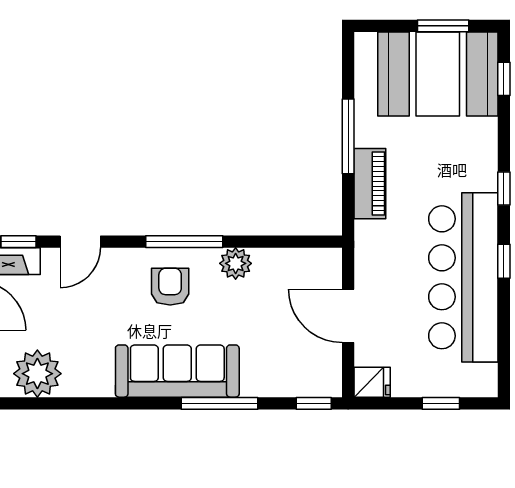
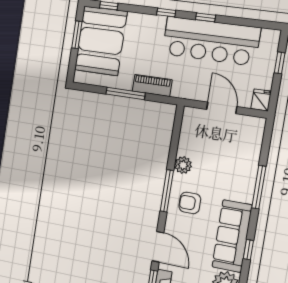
door: (80, 242) -> (158, 247), width x1.38
door: (348, 316) -> (222, 108), swing flipped
sofa: (177, 371) -> (232, 236), moved
window: (314, 403) -> (248, 250), moved

